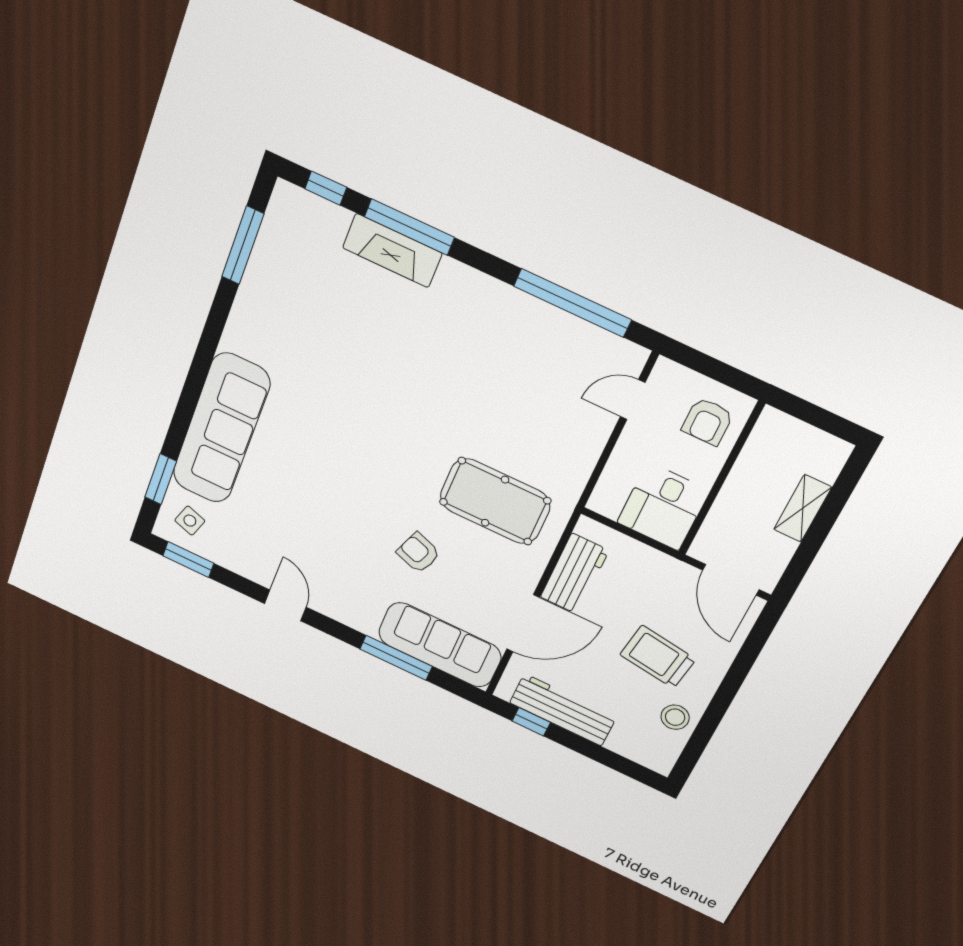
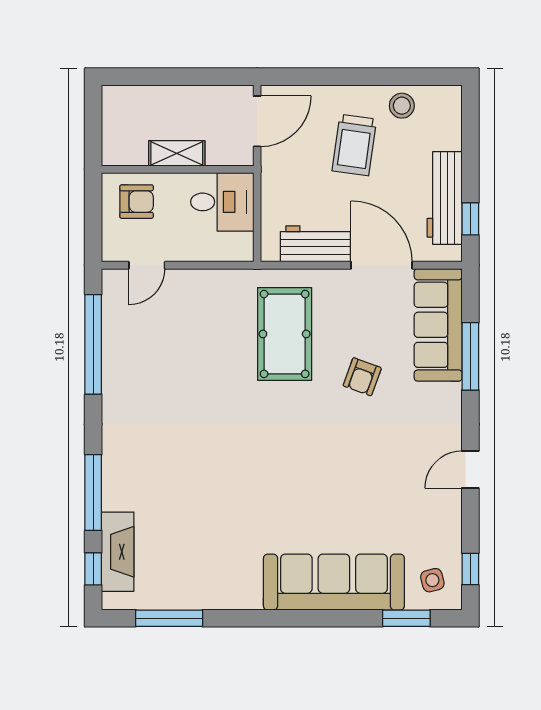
fireplace: (392, 251) -> (118, 552), moved
door: (633, 400) -> (147, 265), hinge flipped
shelving: (803, 508) -> (177, 153), moved
side table: (190, 521) -> (432, 580), turned -33
window: (188, 559) -> (470, 569), width x0.67

